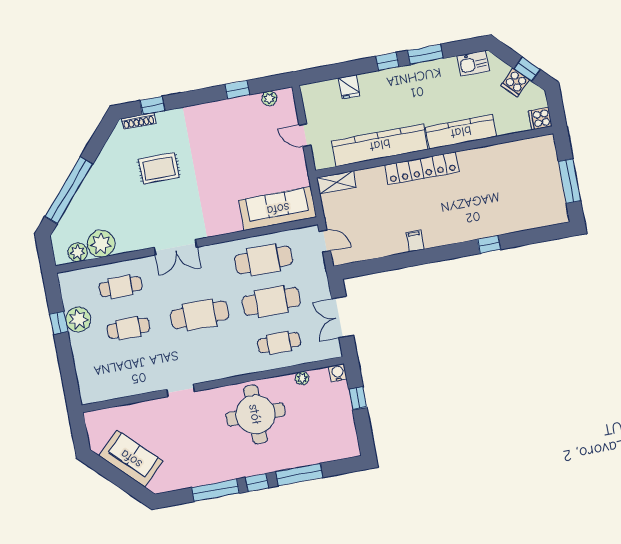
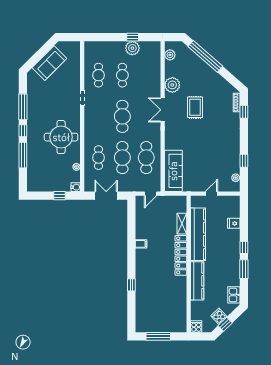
rug: (159, 168) -> (195, 107), moved
shelving: (336, 182) -> (182, 224), moved
plant: (101, 244) -> (172, 85), moved
cafe table: (121, 287) -> (98, 75), moved

